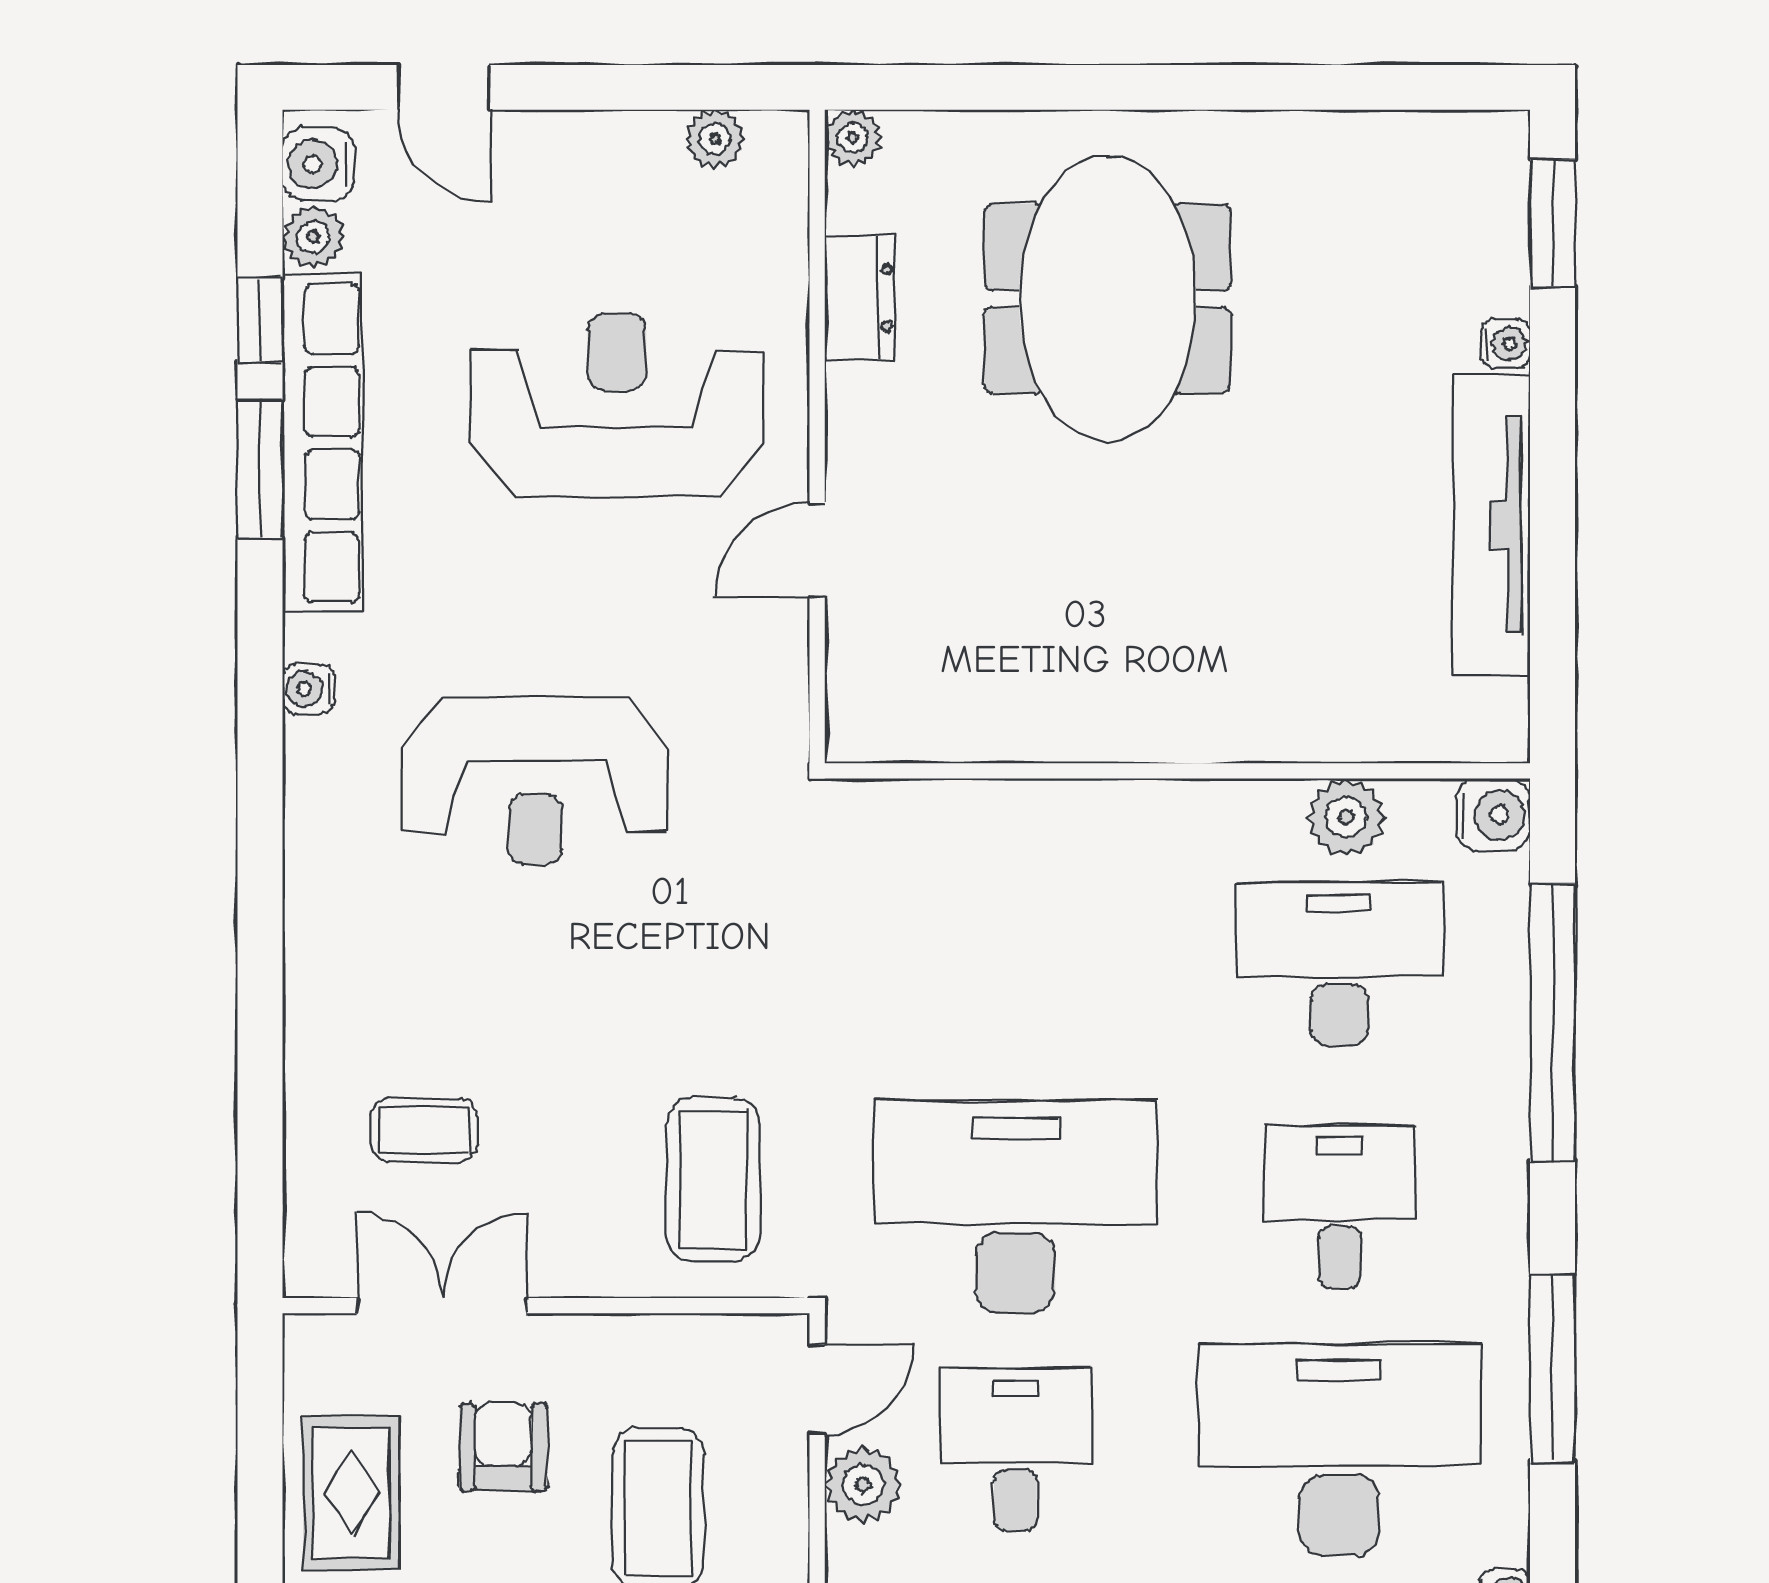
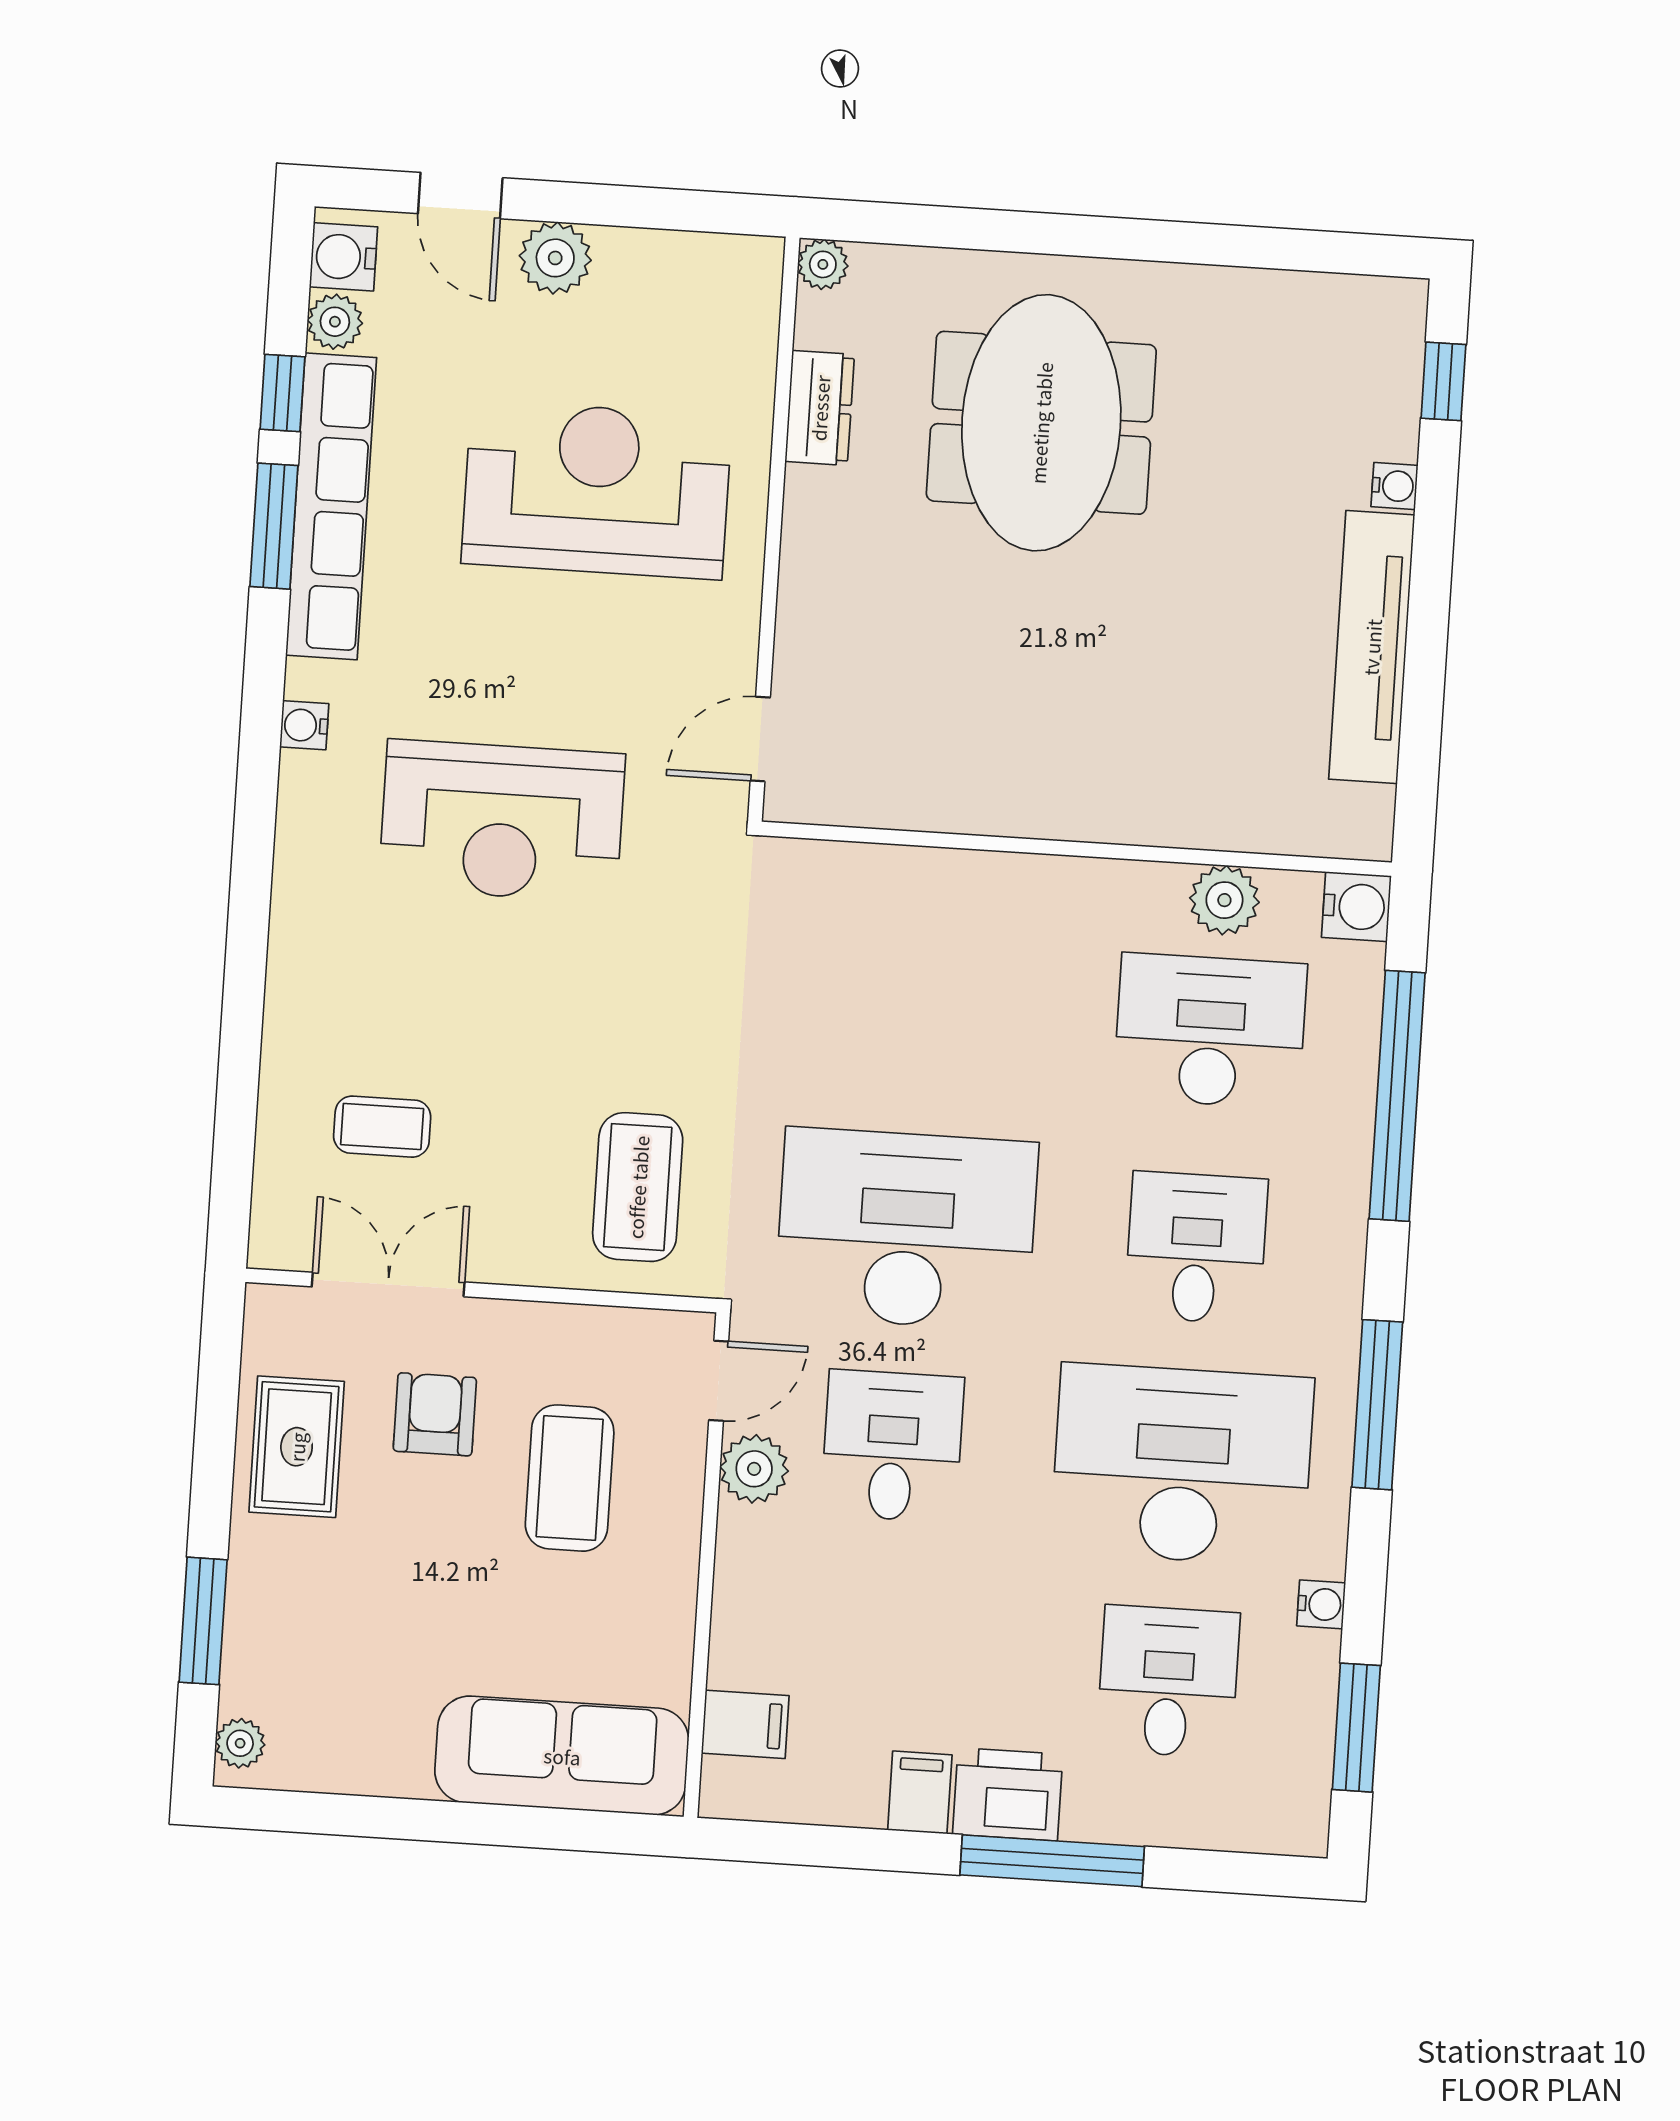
plant: (715, 139) -> (555, 258), moved, width x1.38, depth x1.38
window: (1553, 224) -> (1443, 381), width x0.67
door: (817, 550) -> (760, 739), moved

